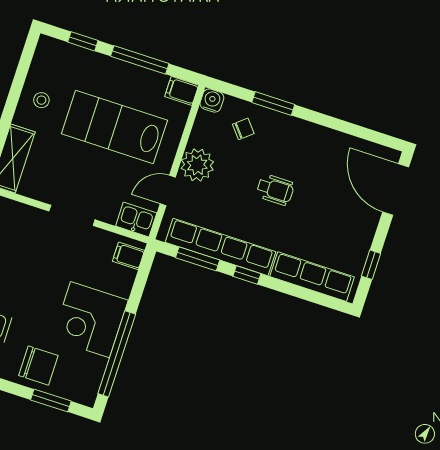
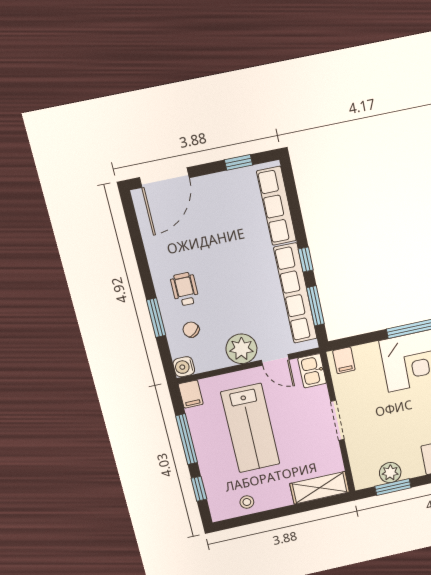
stool: (41, 100) -> (247, 502), moved
wheelchair: (275, 190) -> (185, 289), moved

